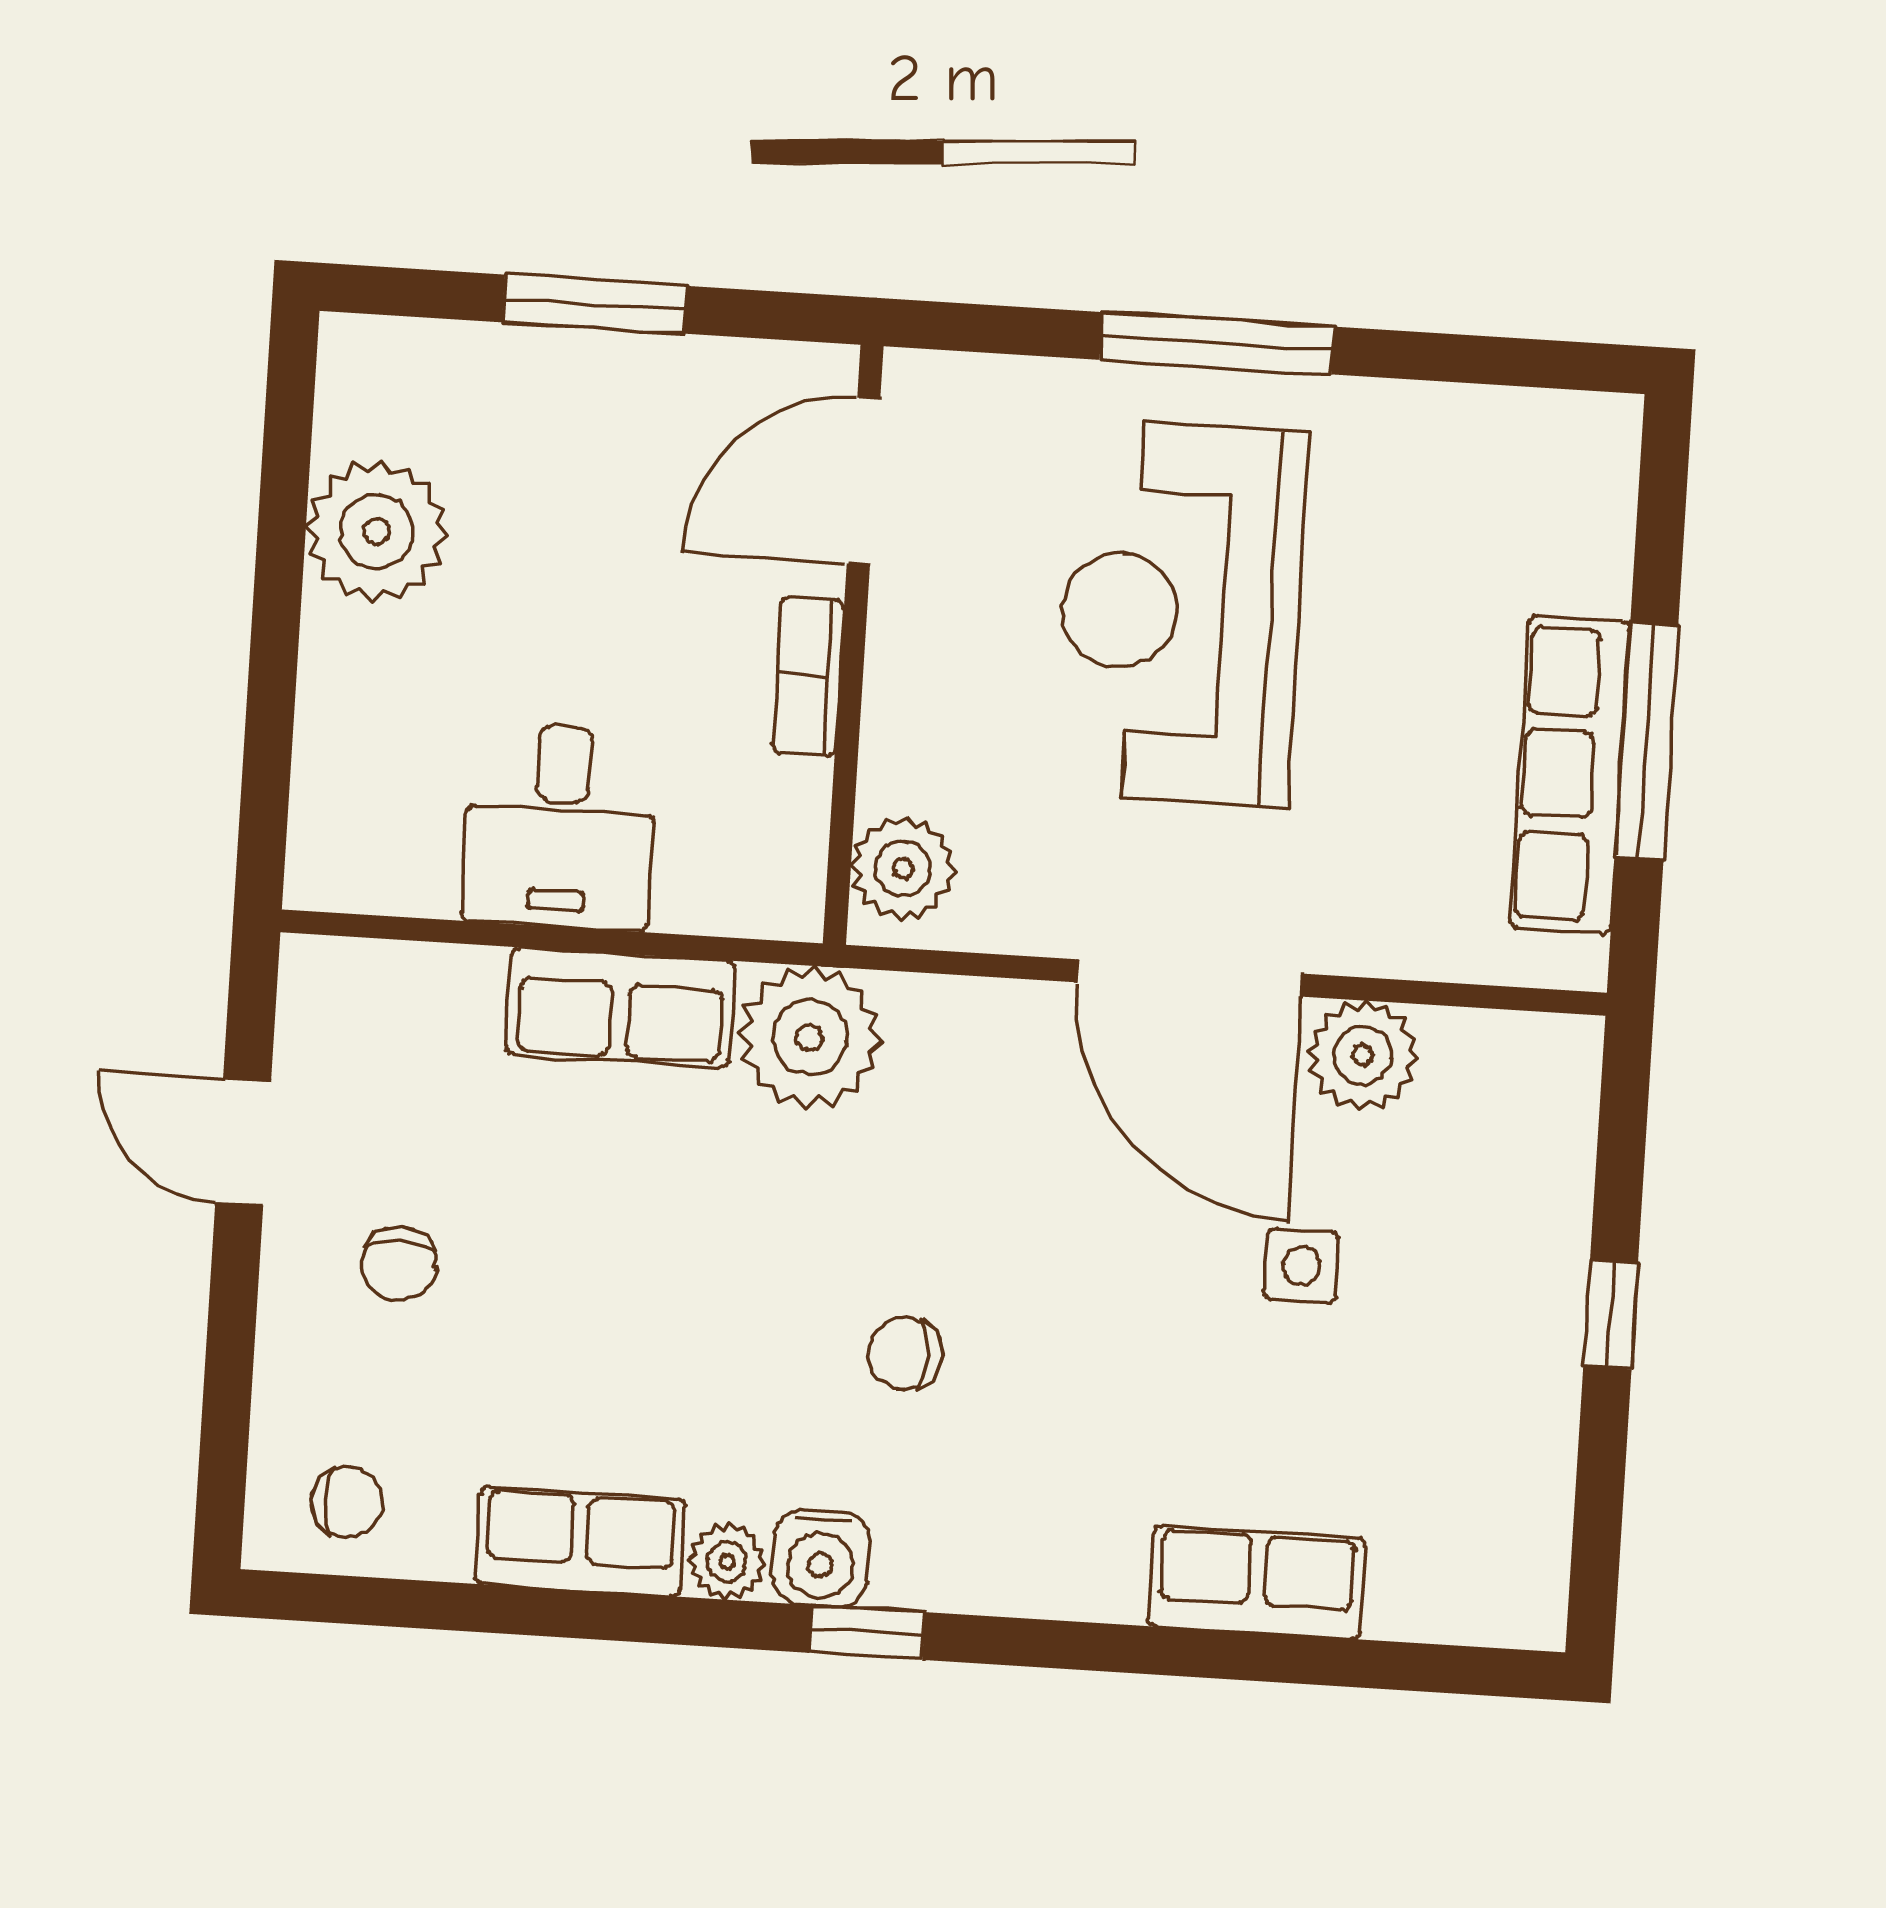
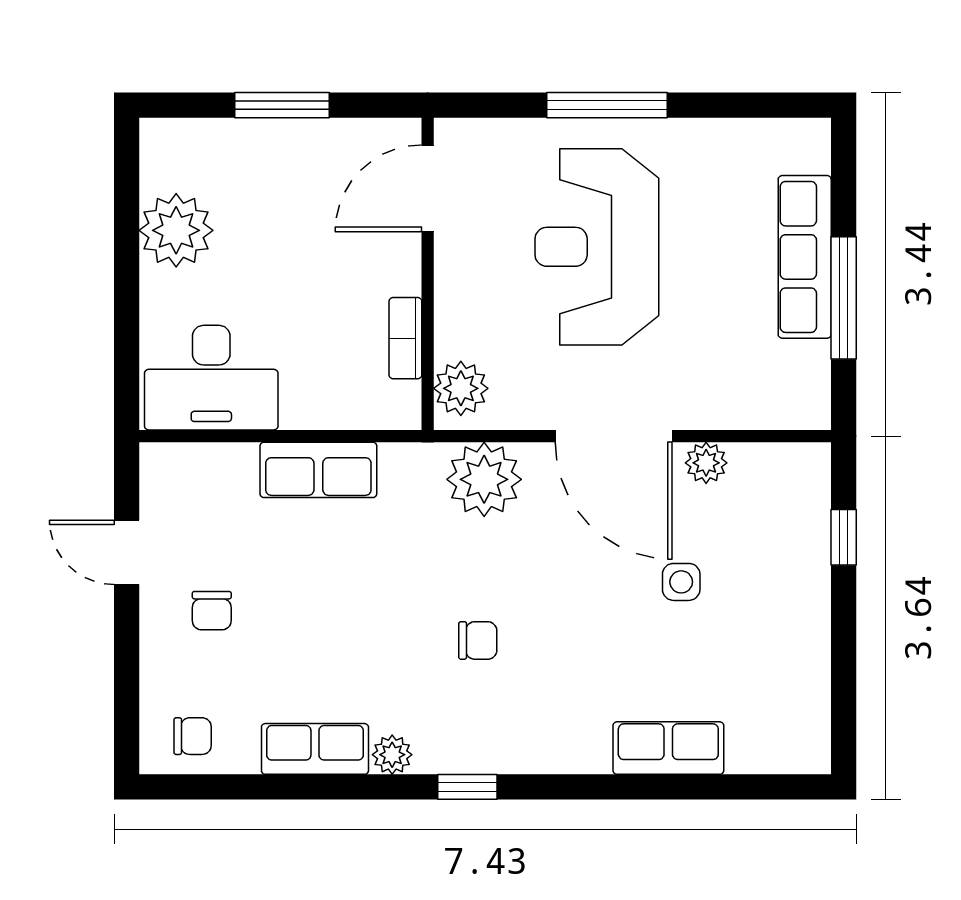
bookcase: (808, 677) -> (405, 338), moved
row of seats: (1570, 775) -> (805, 257), moved
desk: (560, 826) -> (211, 378), moved, width x1.37
plant: (810, 1037) -> (484, 479), moved
plant: (1363, 1055) -> (706, 463), width x0.73, depth x0.73
window: (1611, 1314) -> (844, 537), moved
chair: (905, 1353) -> (478, 640), turned 180
water cooler: (821, 1558) -> (441, 750), removed

